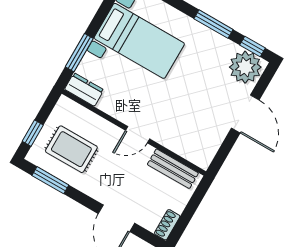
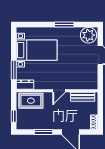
window: (252, 47) -> (87, 24), removed
rug: (71, 149) -> (31, 101), moved
window: (50, 180) -> (44, 132), moved

